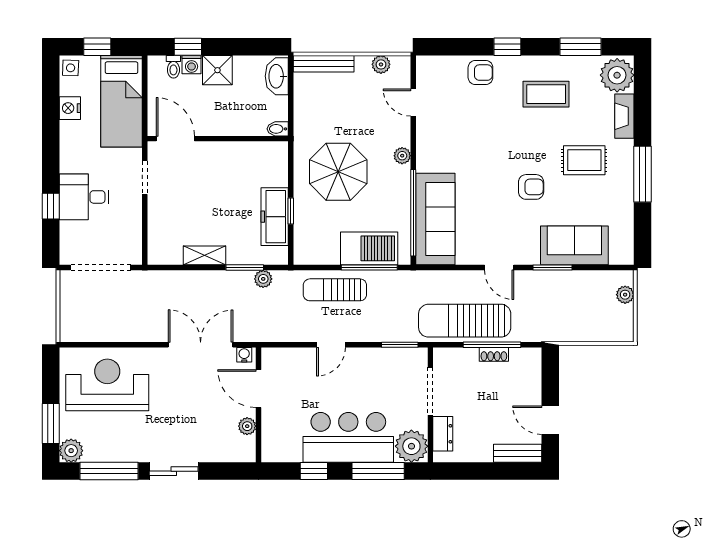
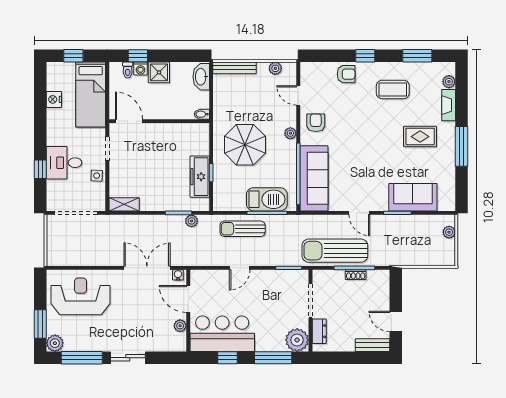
side table: (71, 68) -> (97, 176), moved
plant: (617, 75) -> (449, 82), width x0.53, depth x0.53
armchair: (531, 187) -> (316, 123), moved, turned -90
shelving: (205, 255) -> (124, 204), moved
bar counter: (348, 437) -> (222, 334), moved

